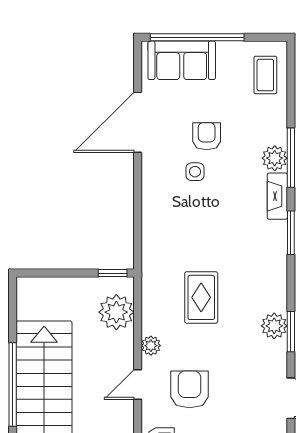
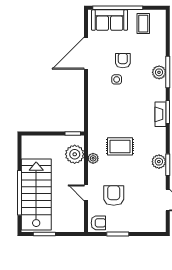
coffee table: (265, 75) -> (143, 24), moved
fireplace: (277, 196) -> (160, 114), moved
rug: (201, 297) -> (120, 146), turned 90
plant: (151, 346) -> (93, 158), moved
door: (138, 385) -> (86, 193), hinge flipped

